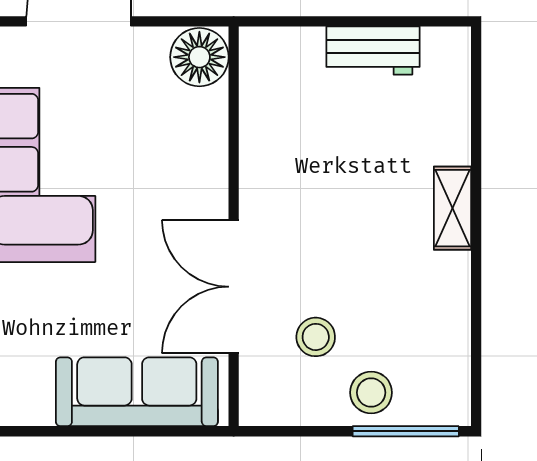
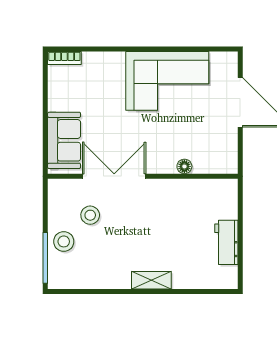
floor lamp: (199, 57) -> (184, 166), moved, width x0.53, depth x0.53
sofa: (137, 392) -> (64, 140), width x0.73

